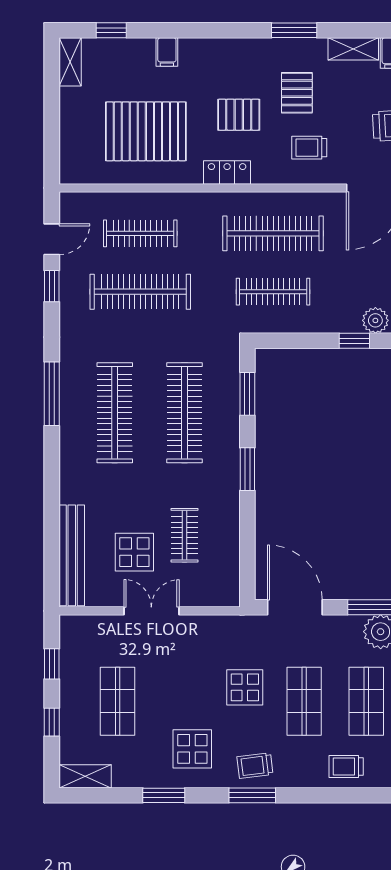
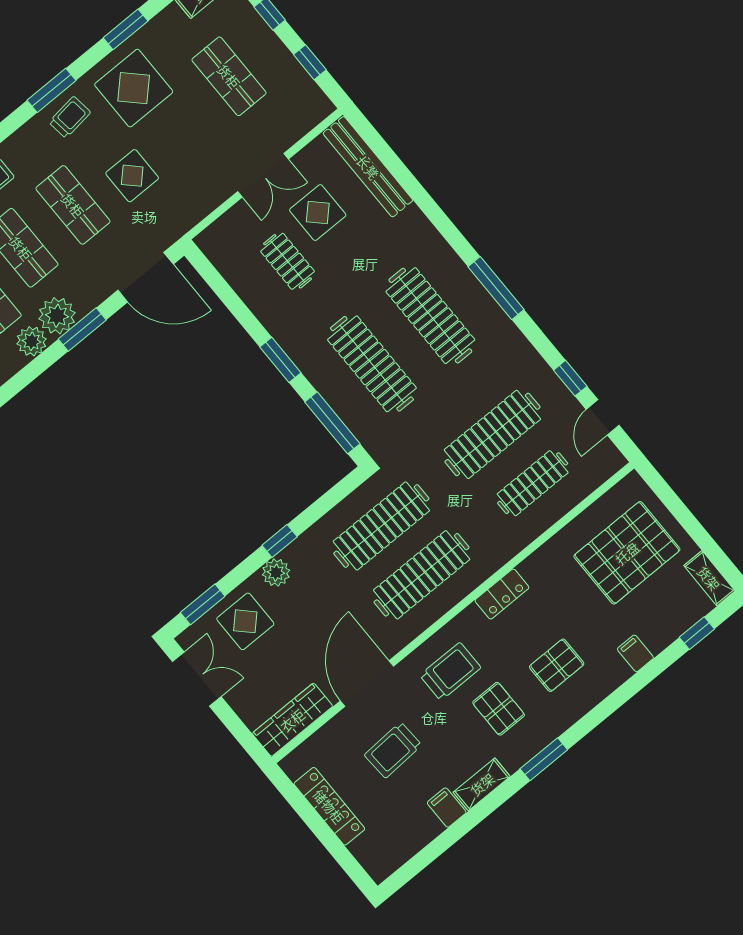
pallet: (239, 115) -> (557, 665), moved
pallet: (146, 131) -> (627, 553), moved
trolley: (309, 148) -> (450, 671), width x1.36, depth x1.39
clothes rail: (273, 292) -> (381, 526), width x1.37, depth x1.31
window: (247, 394) -> (332, 423), width x1.44
display table: (192, 749) -> (134, 88), width x1.36, depth x1.36

